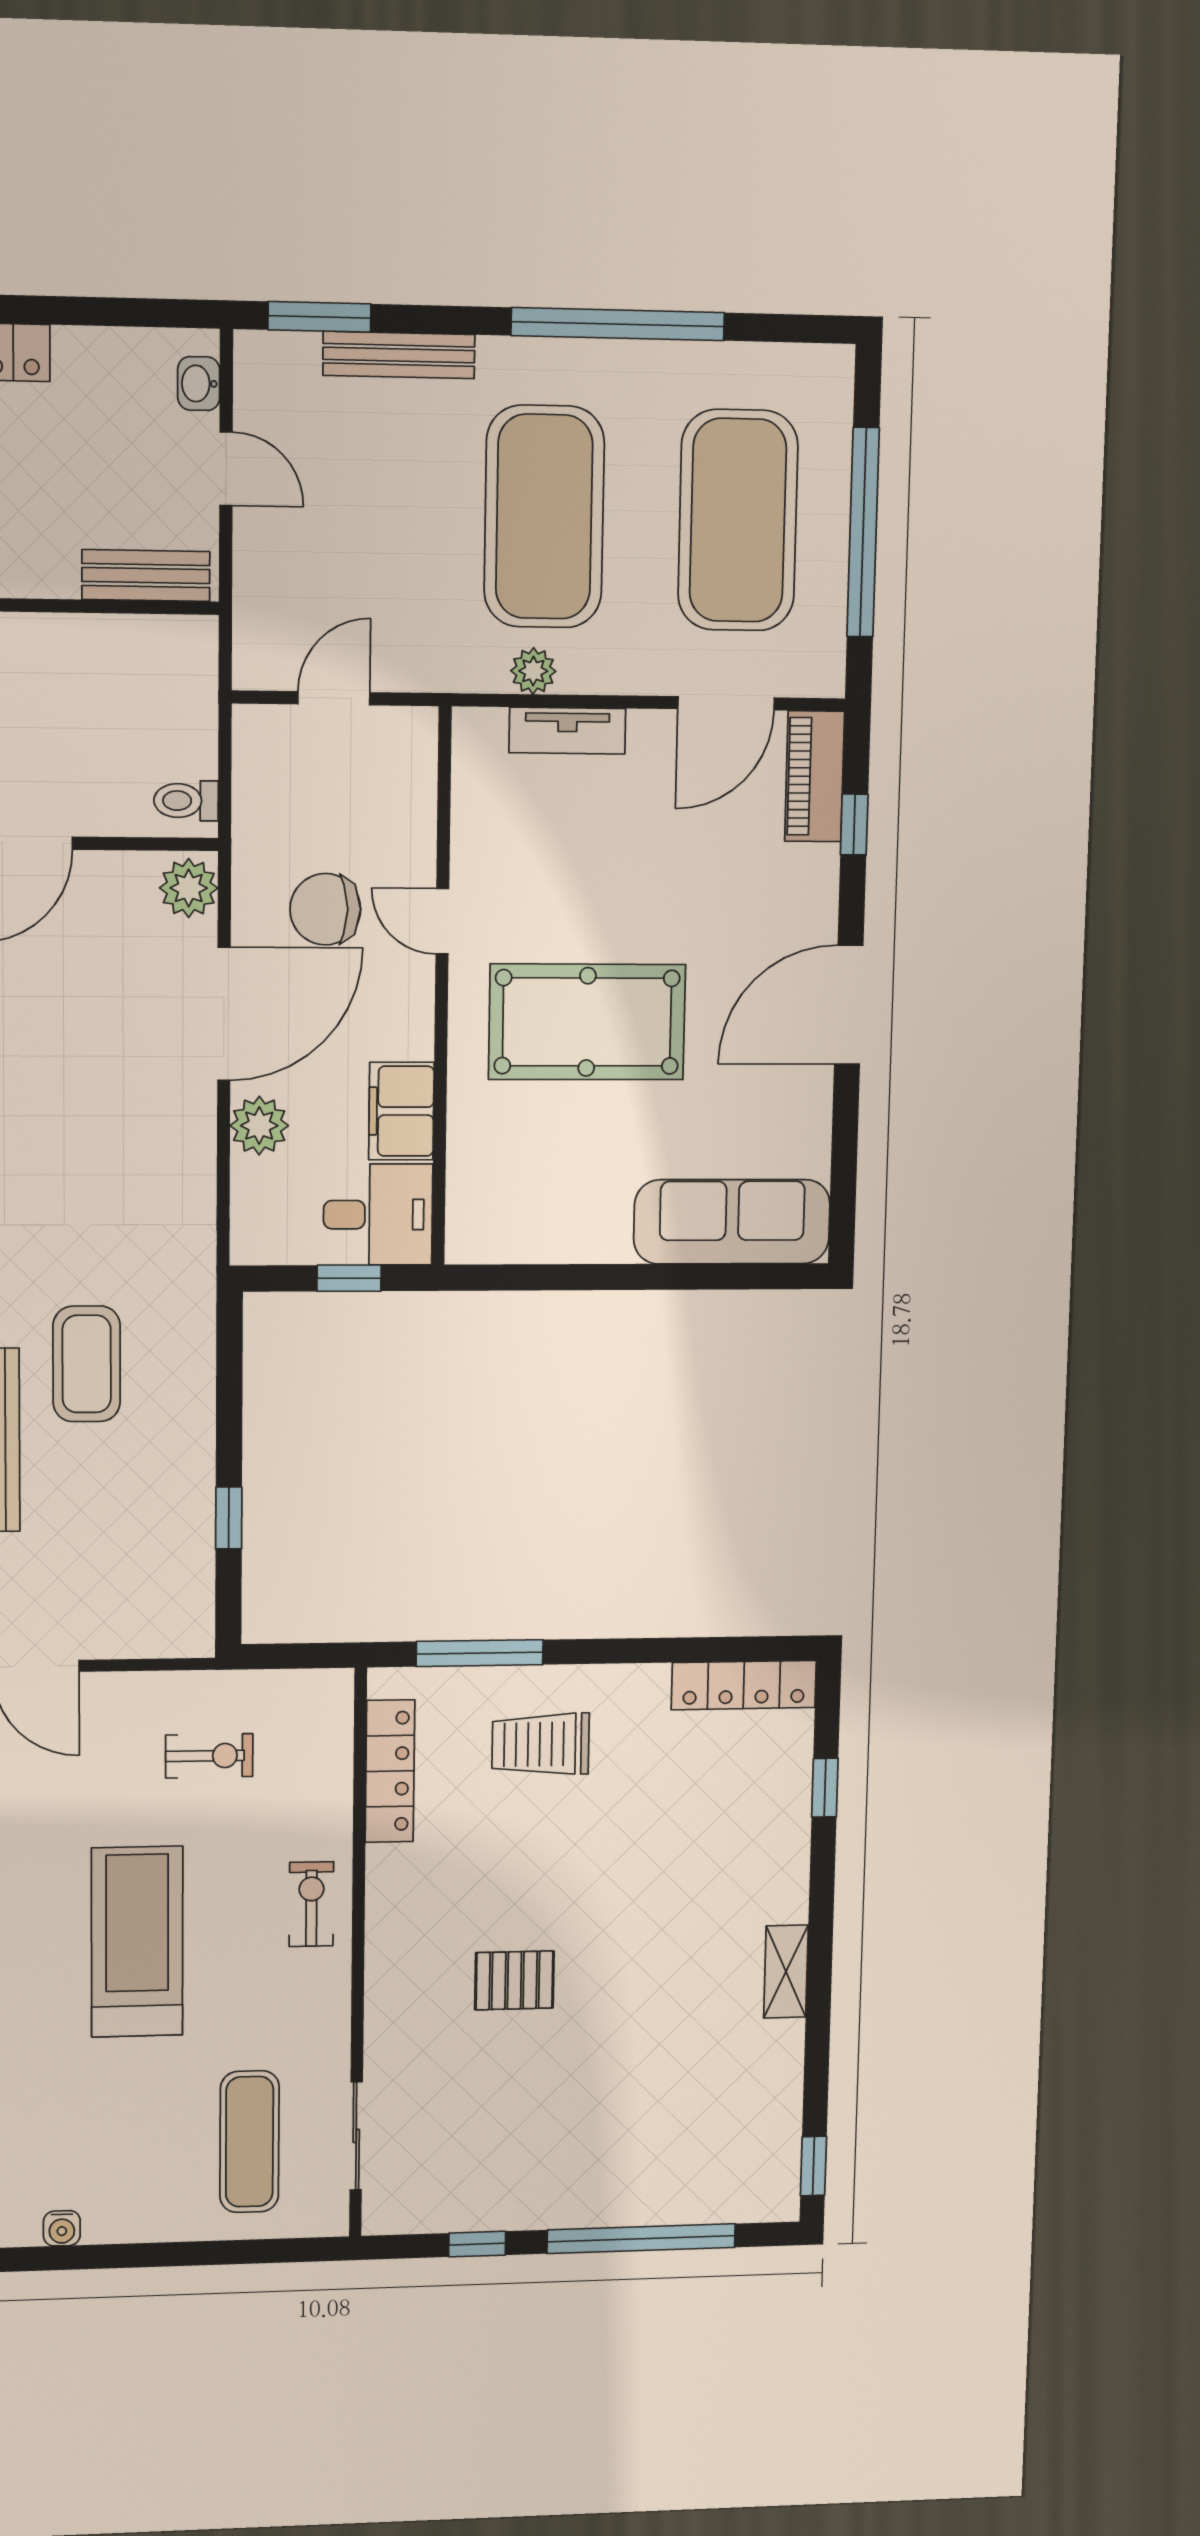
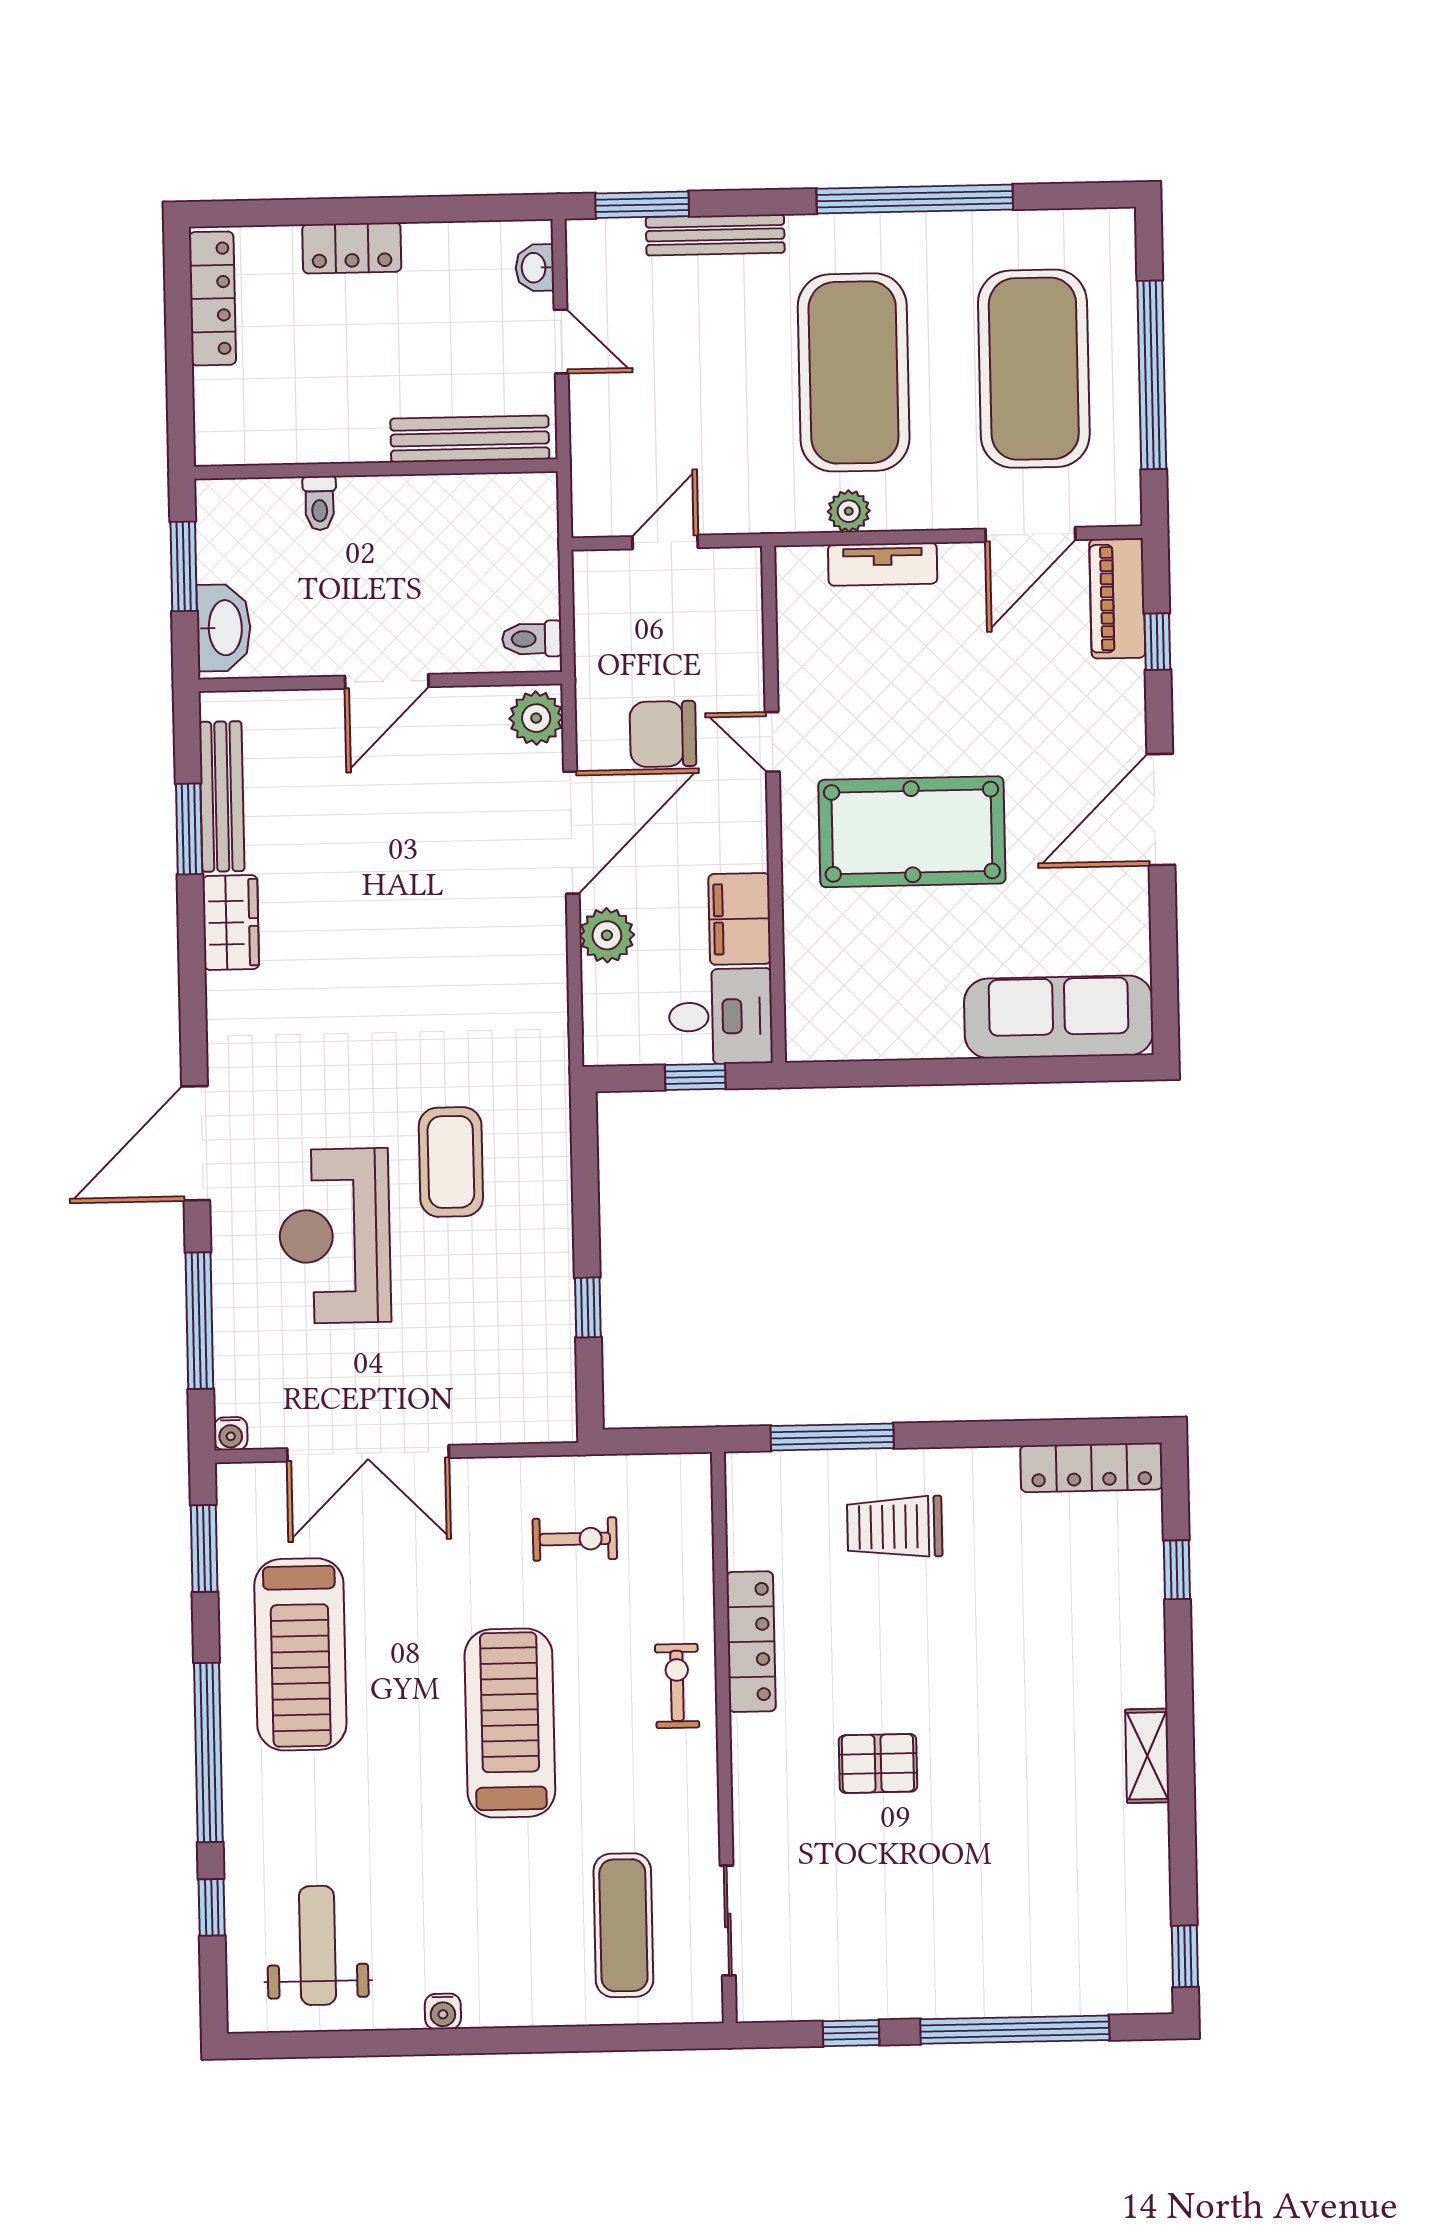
bench: (146, 576) -> (470, 439), width x1.36
locker: (390, 1771) -> (751, 1642), moved

